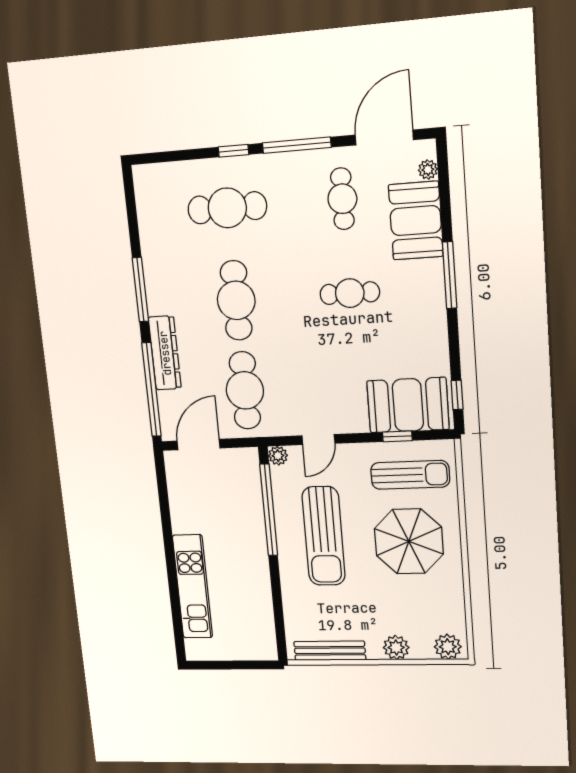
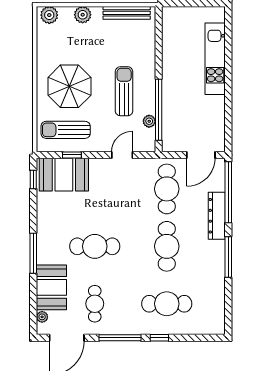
cafe table: (350, 293) -> (95, 246), width x1.37, depth x1.35
plant: (278, 456) -> (149, 121), moved
sun lounger: (324, 536) -> (124, 91), width x0.73, depth x0.75

